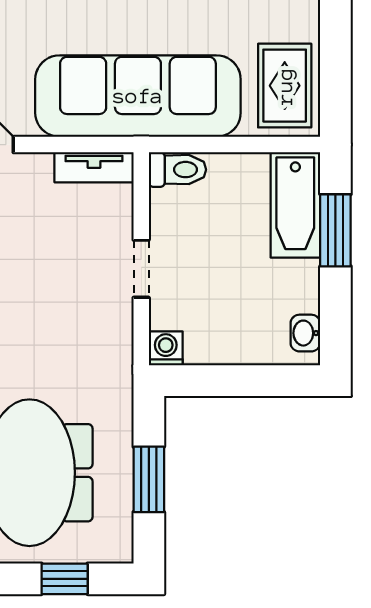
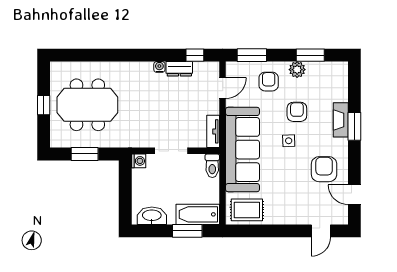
doorway: (141, 269) -> (171, 151), width x1.38
washbasin: (305, 333) -> (152, 216), width x1.91, depth x1.45
window: (65, 579) -> (44, 105), moved

